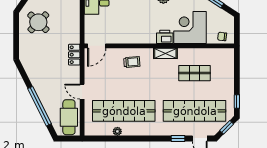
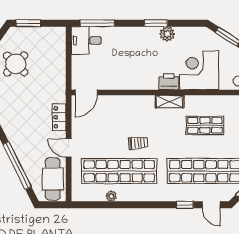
locker: (74, 55) -> (59, 117), moved
trolley: (132, 62) -> (138, 143), moved

